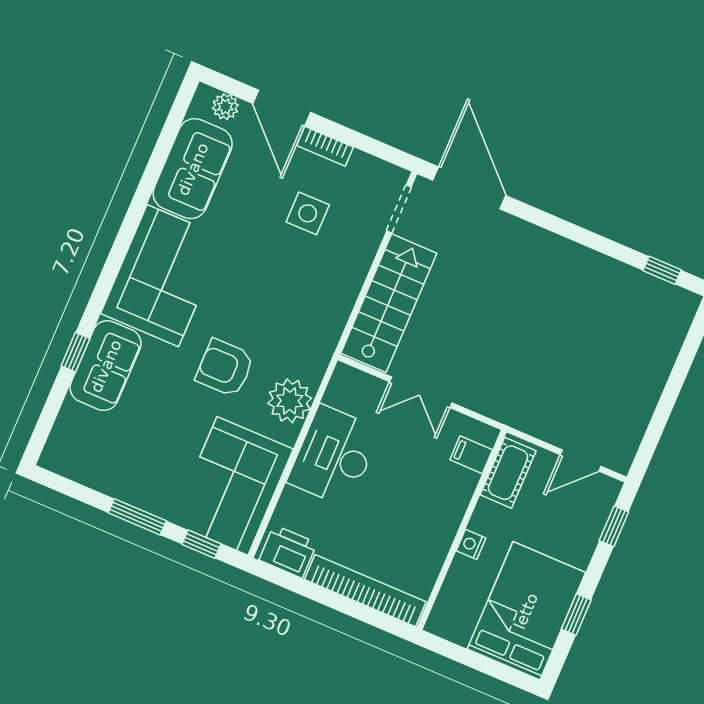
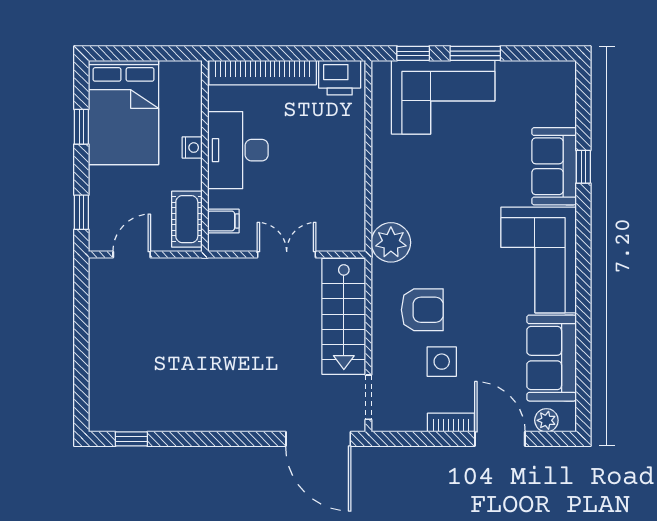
armchair: (225, 368) -> (422, 310), moved
plant: (290, 401) -> (391, 242), moved
desk: (334, 456) -> (238, 150), moved, turned 180
corner sofa: (232, 486) -> (443, 97), moved, turned 90

